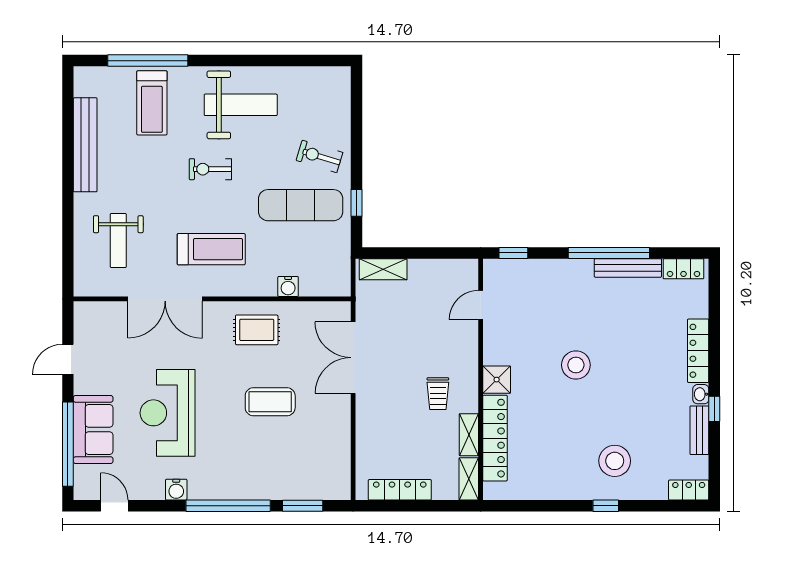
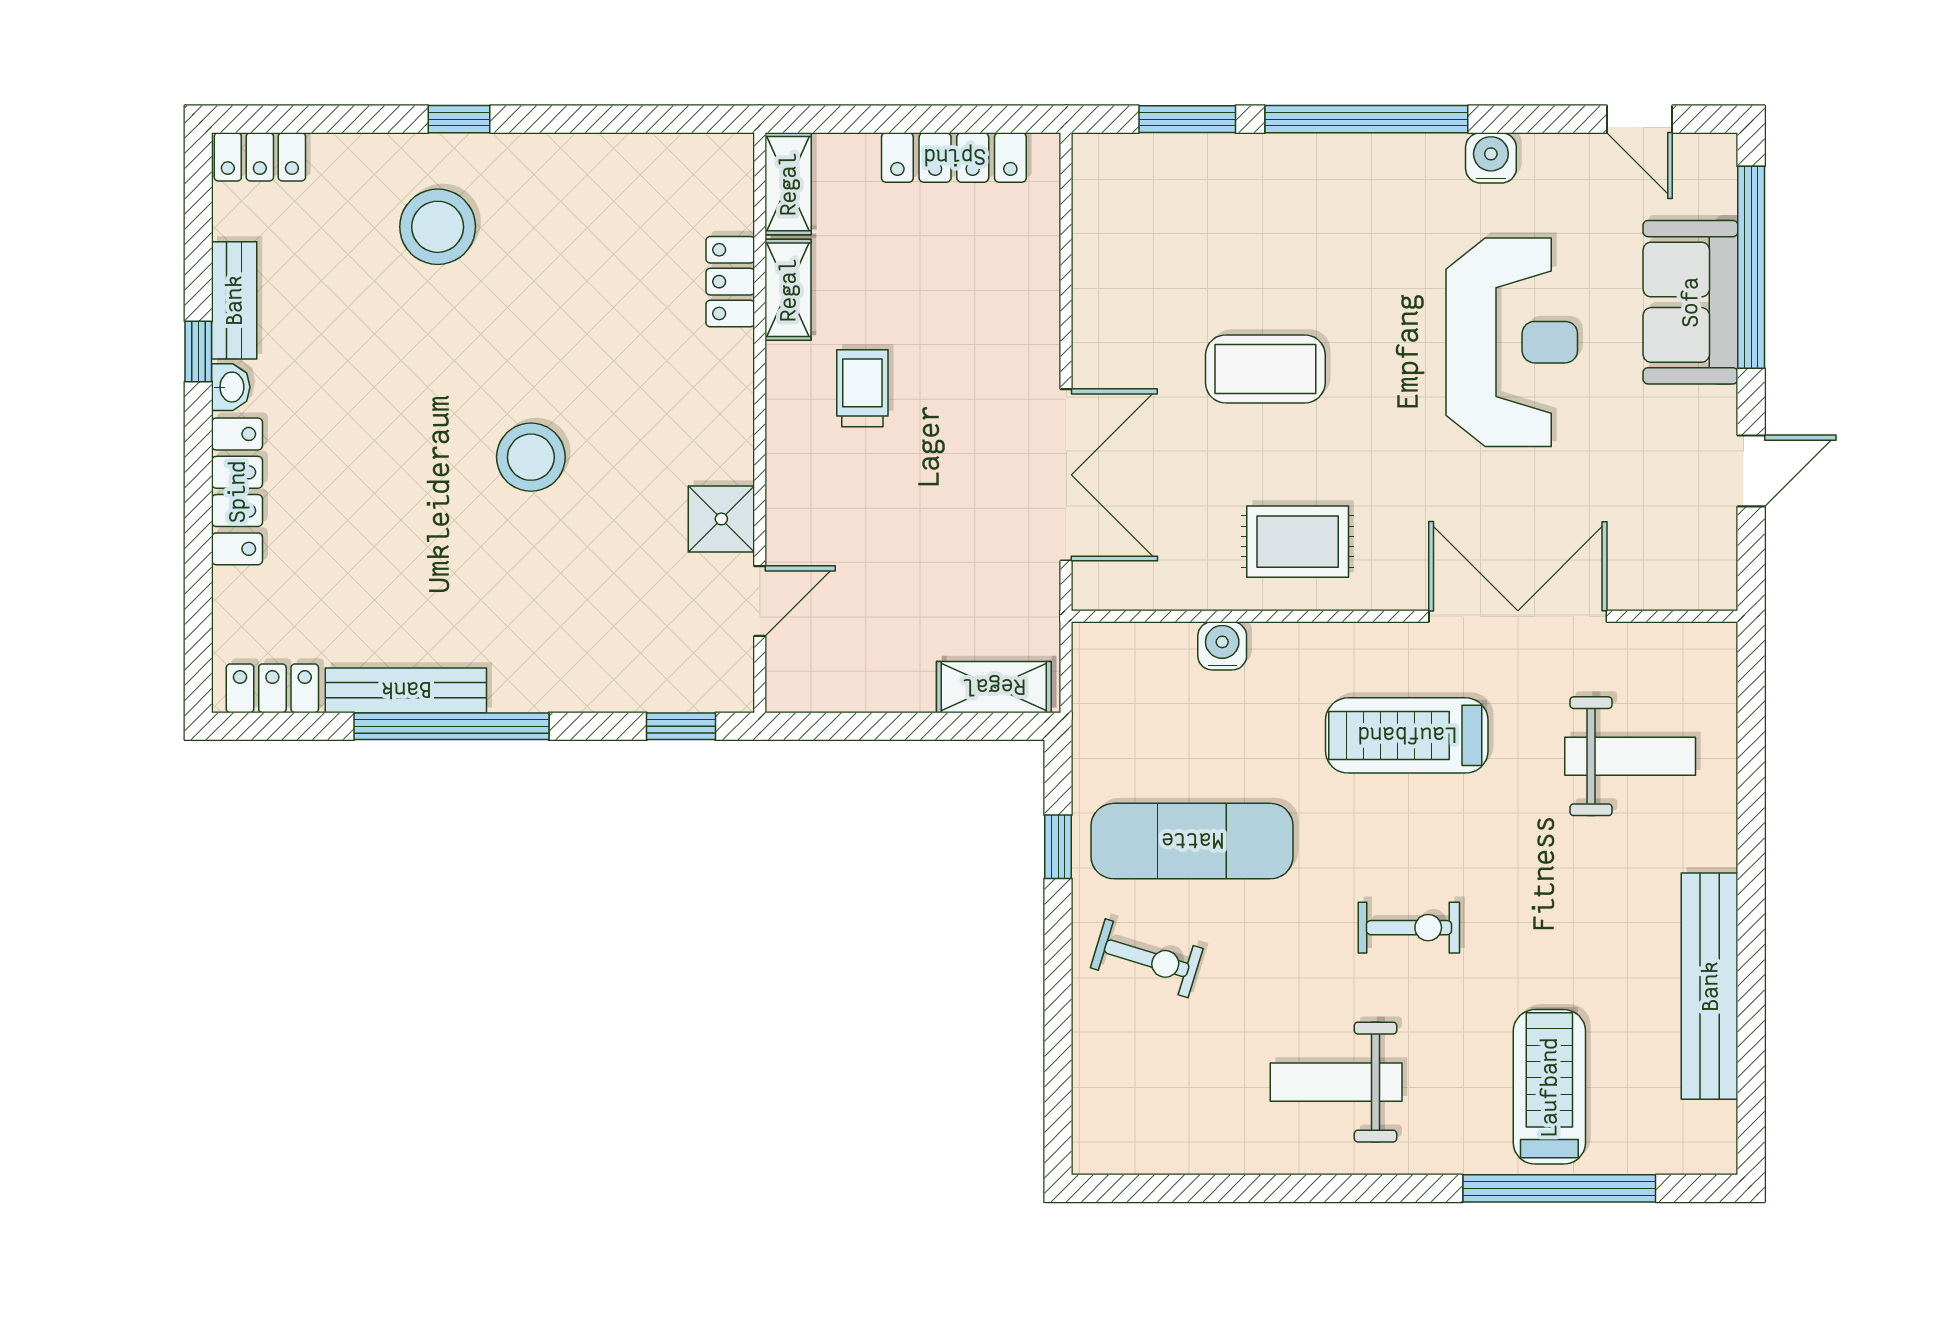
weight bench: (241, 105) -> (1336, 1082), width x0.73, depth x0.75
weight bench: (118, 241) -> (1630, 756), turned 90
shower: (497, 380) -> (721, 519), moved
locker: (495, 438) -> (730, 282), width x0.46, depth x0.83

